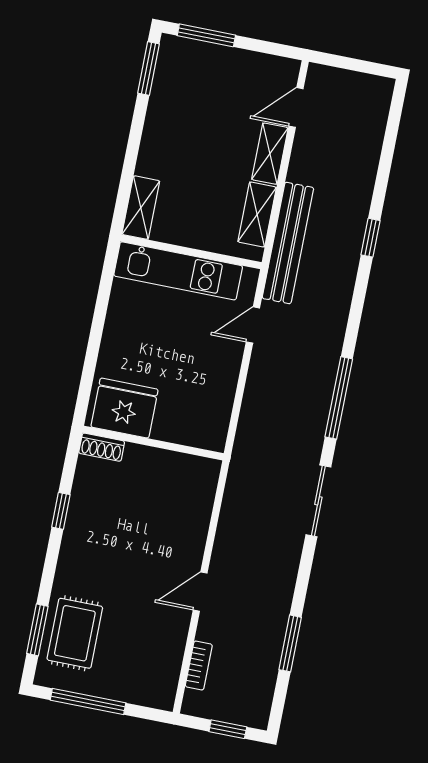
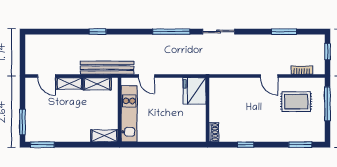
fridge: (124, 408) -> (195, 91), moved
rug: (75, 633) -> (296, 102), moved
window: (88, 701) -> (328, 104), moved

